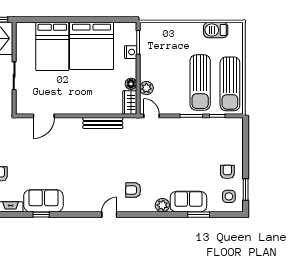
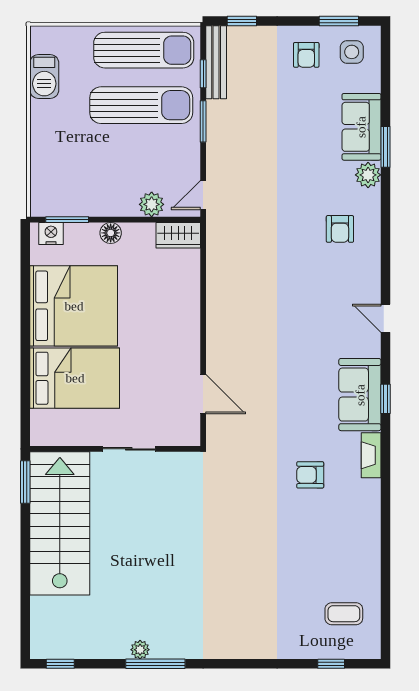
nightstand: (131, 52) -> (51, 234), moved
floor lamp: (131, 84) -> (111, 233), moved
bench: (103, 123) -> (216, 62), moved
window: (246, 137) -> (242, 21), added
armchair: (227, 172) -> (306, 55), turned -90
door: (109, 215) -> (385, 318), moved
window: (199, 215) -> (385, 147), moved

